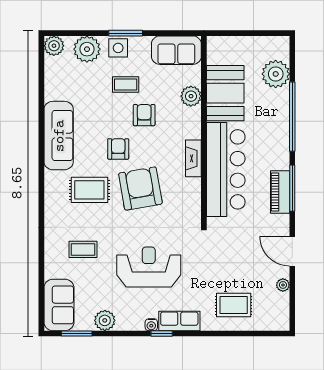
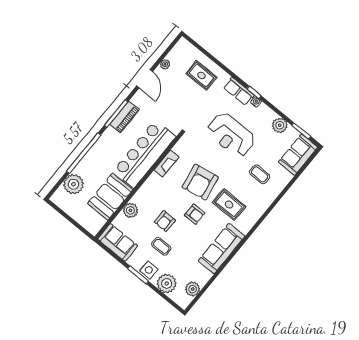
plant: (54, 46) -> (193, 289), moved
armchair: (118, 149) -> (195, 214), turned -90
fireplace: (193, 158) -> (167, 164), moved

